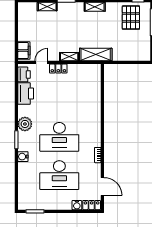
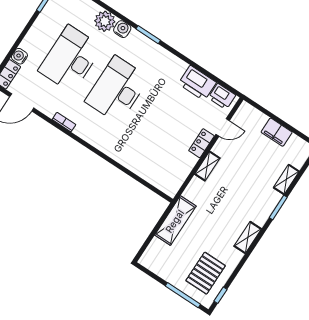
pallet: (131, 18) -> (206, 273), turned 90
filing cabinet: (24, 51) -> (277, 132), moved
shelving: (96, 54) -> (175, 221), moved
door: (41, 62) -> (223, 127), hinge flipped
plant: (25, 124) -> (105, 21), moved

